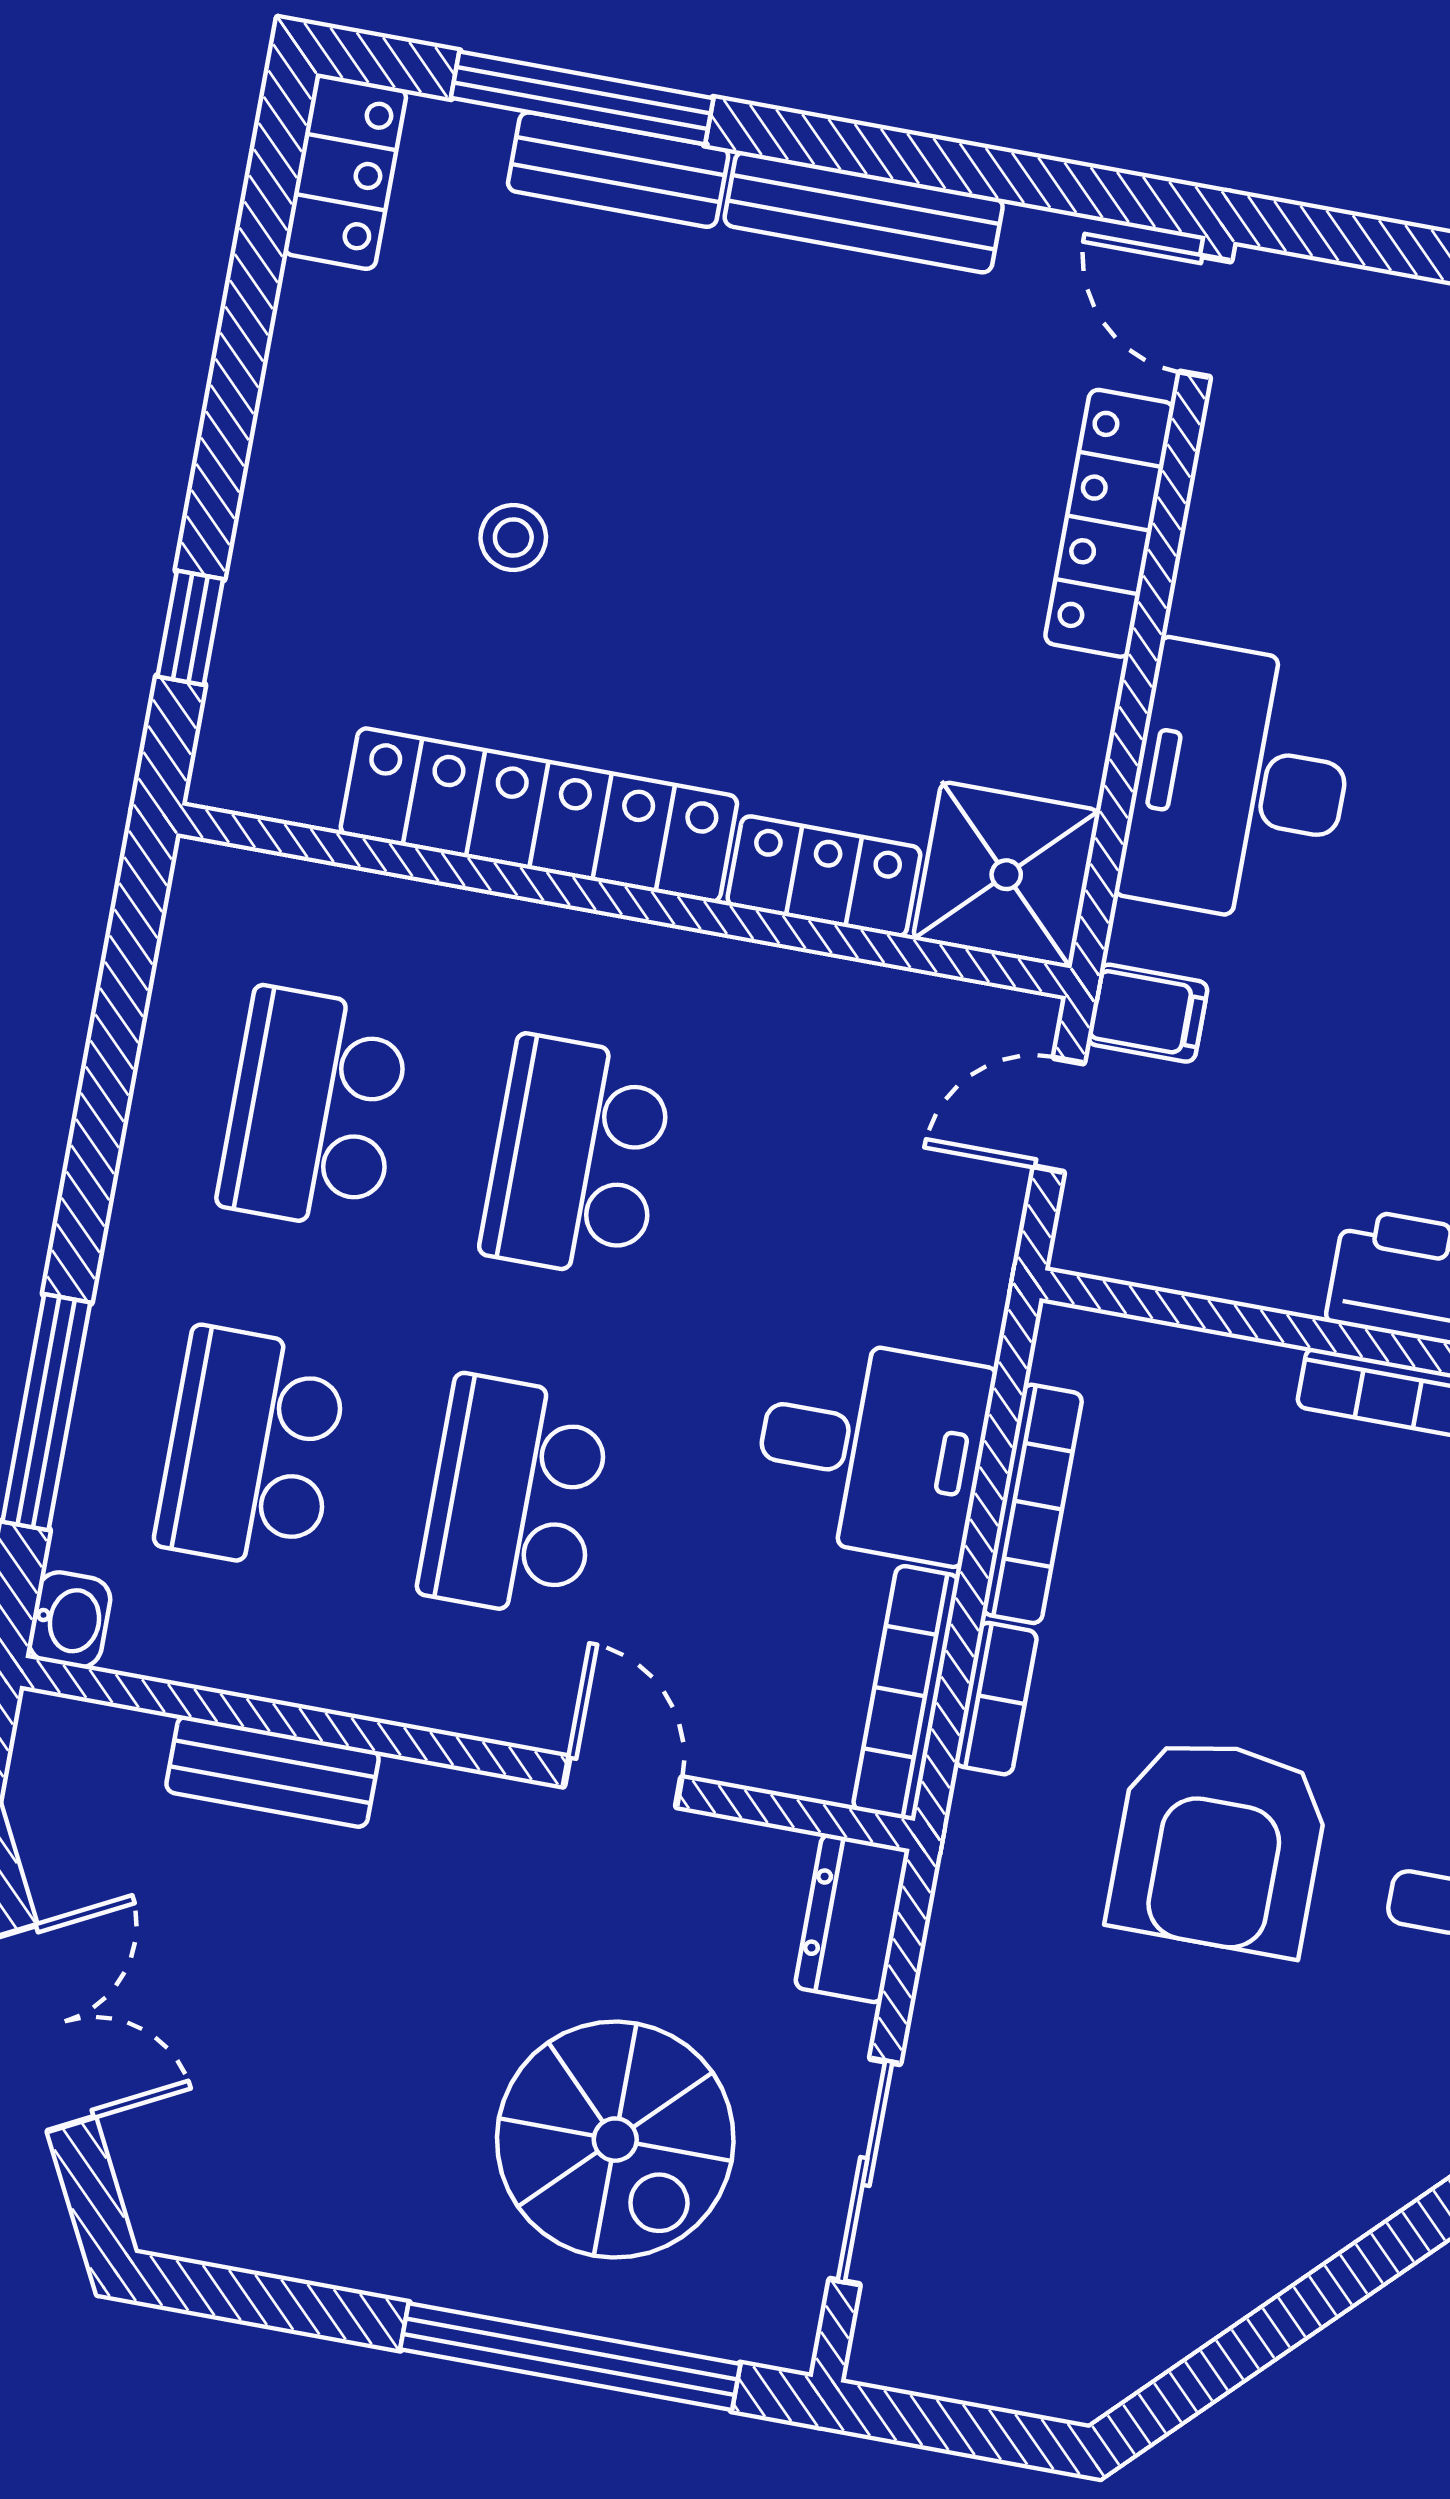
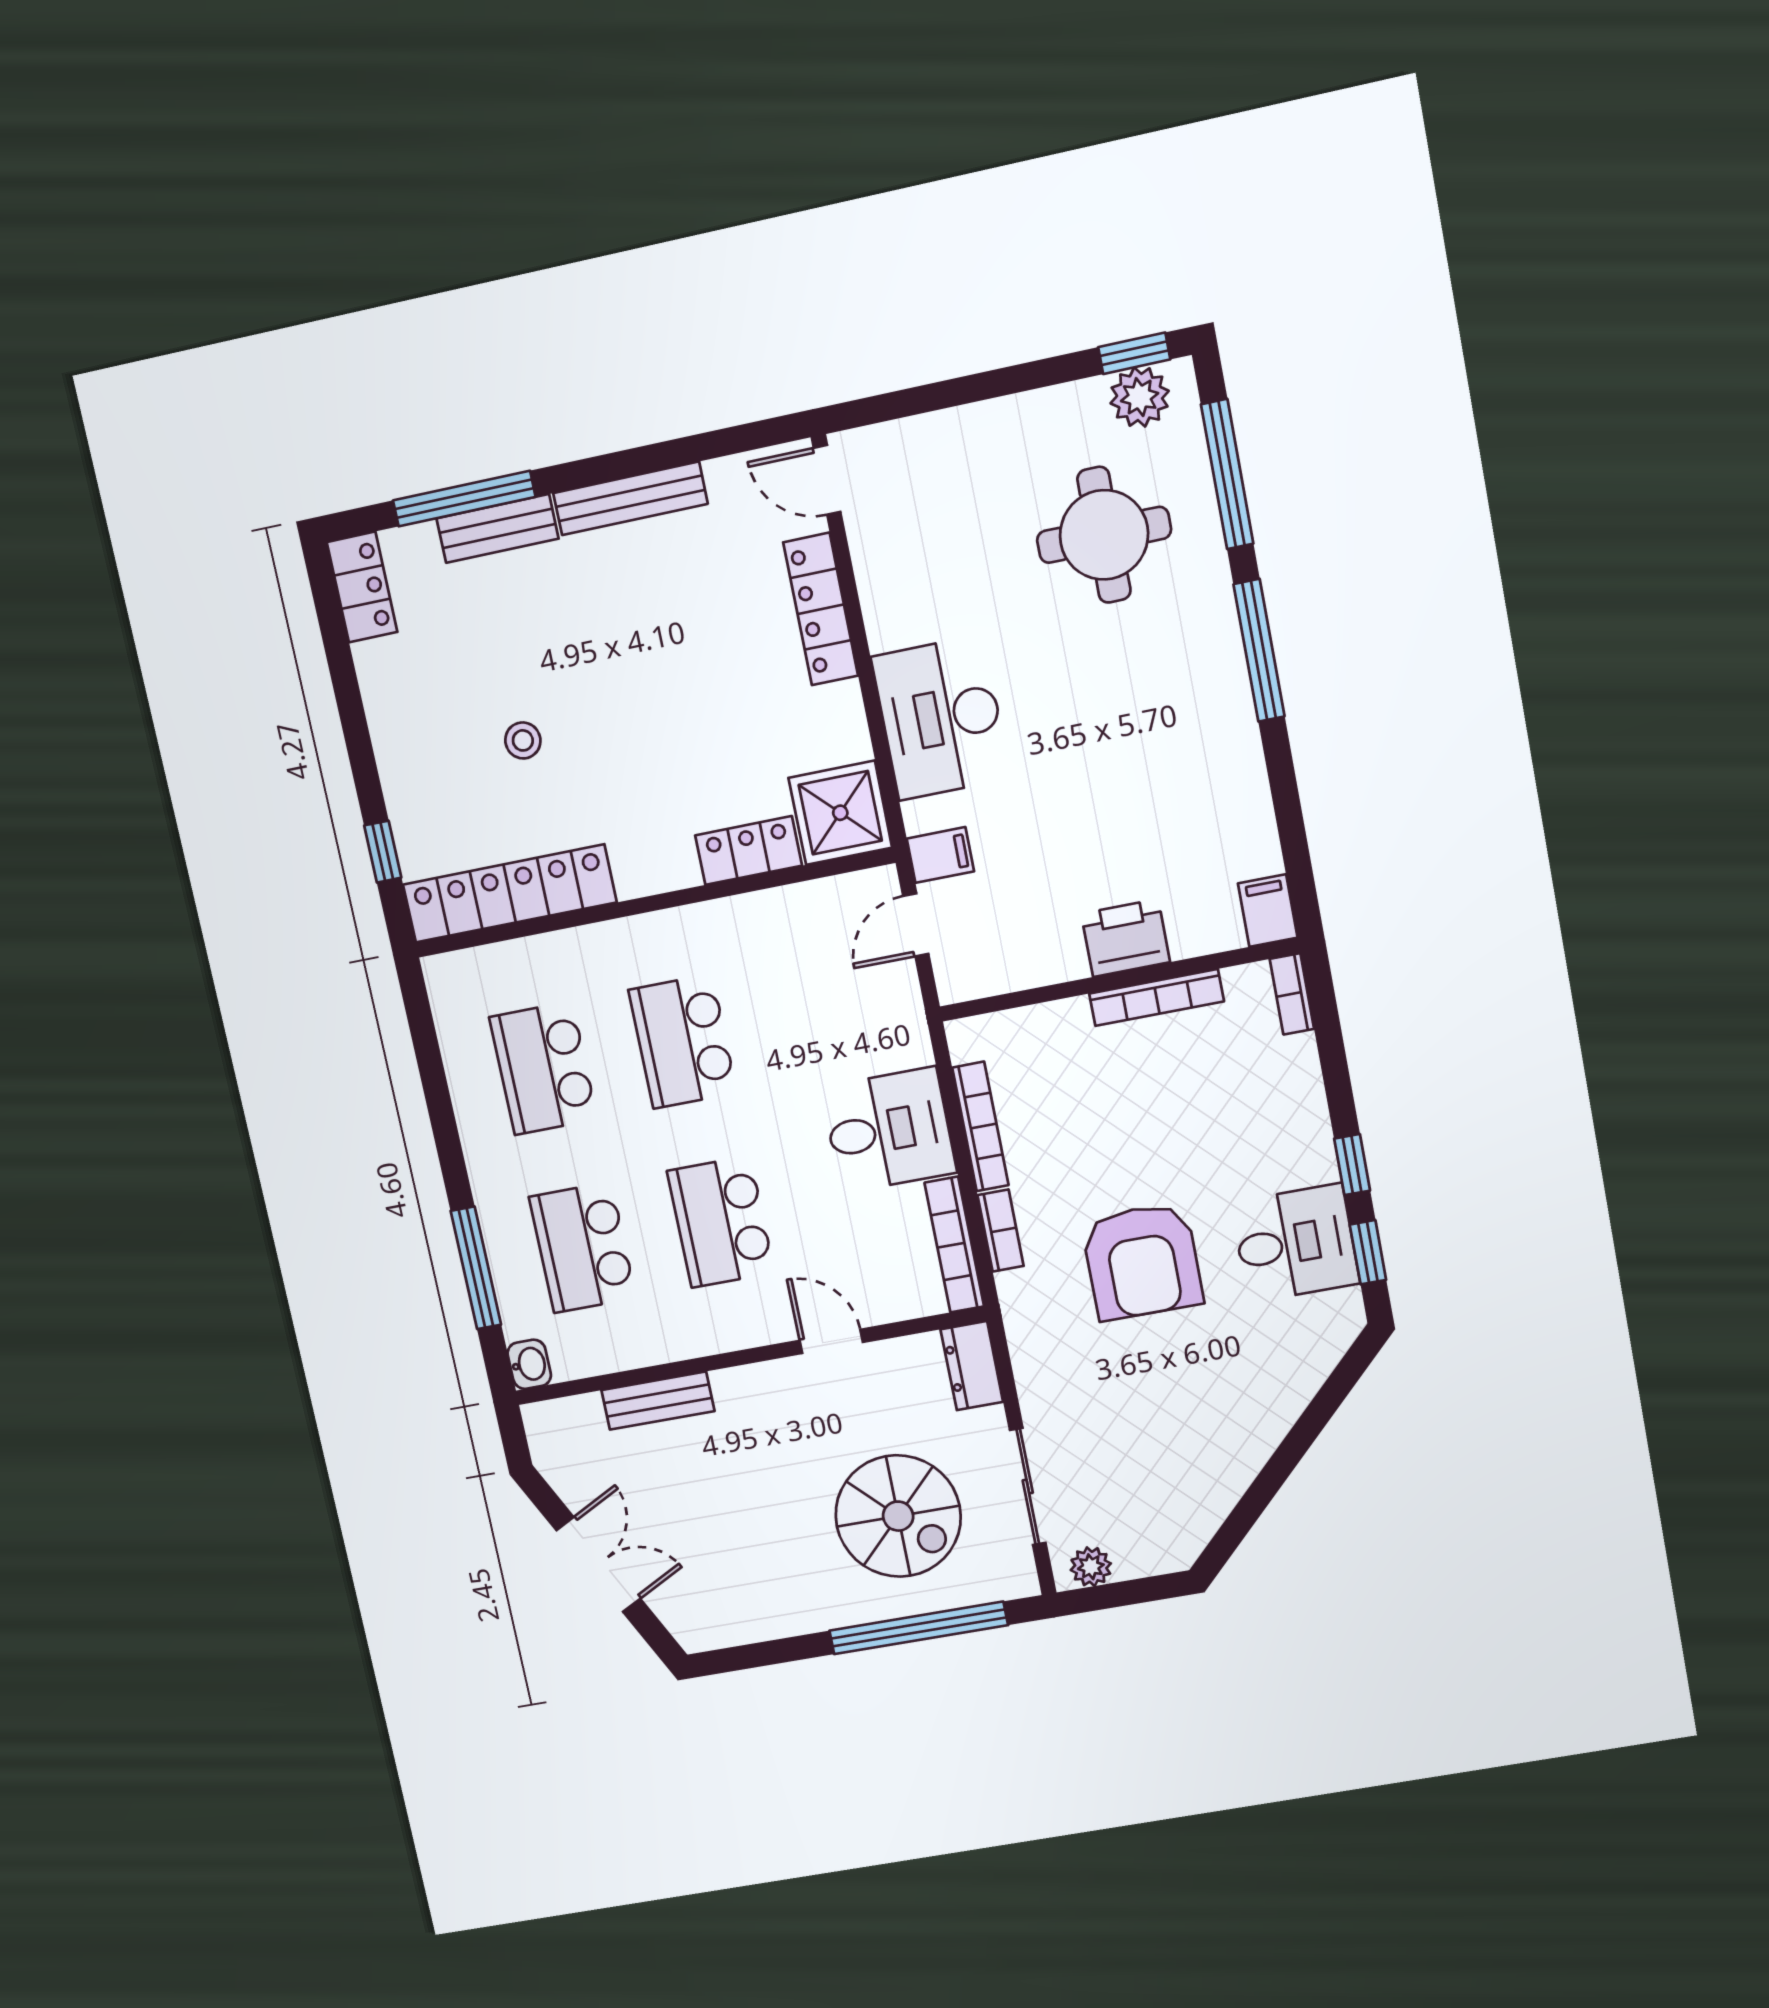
locker: (539, 815) -> (510, 894), moved
plant: (919, 2358) -> (1091, 1567), added

